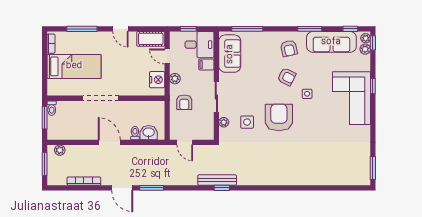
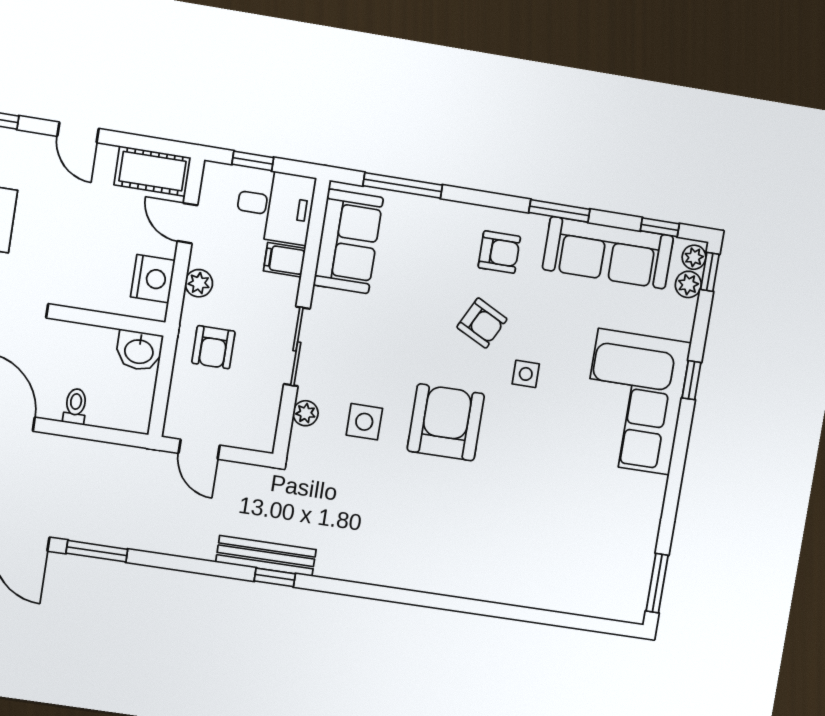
armchair: (289, 48) -> (499, 252), turned -77
washbasin: (149, 133) -> (139, 351), moved, turned 180

